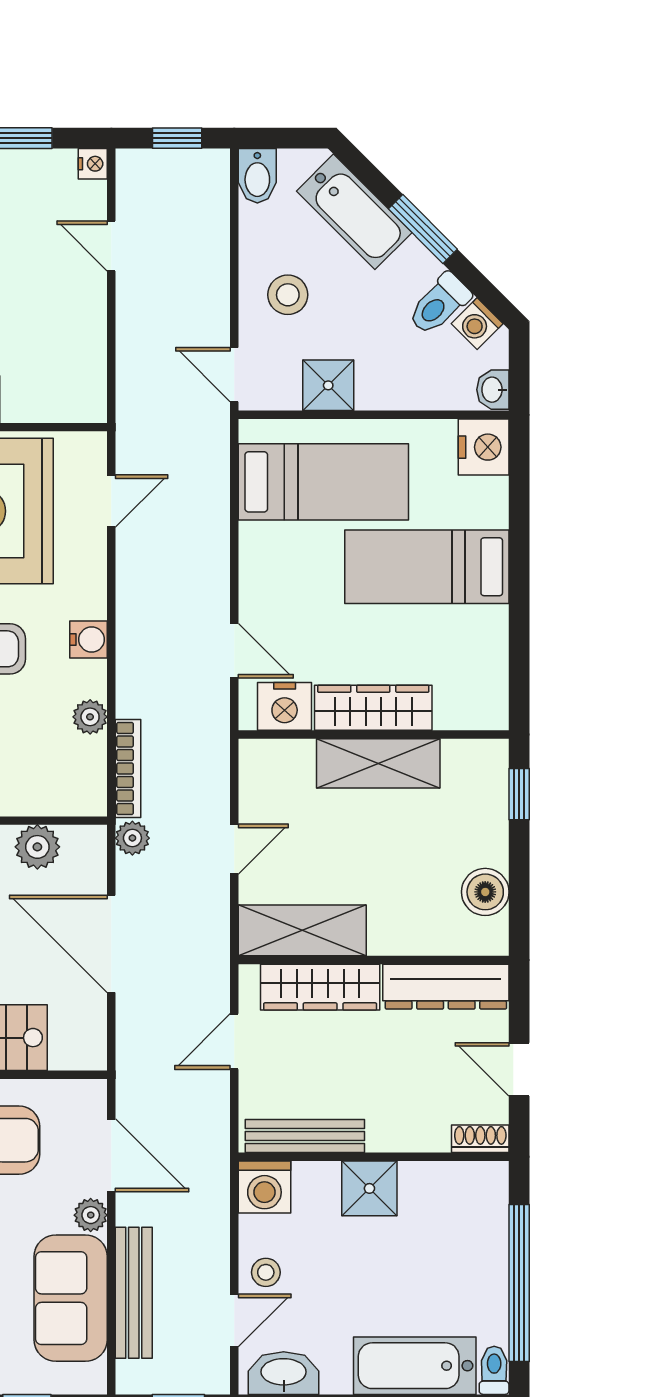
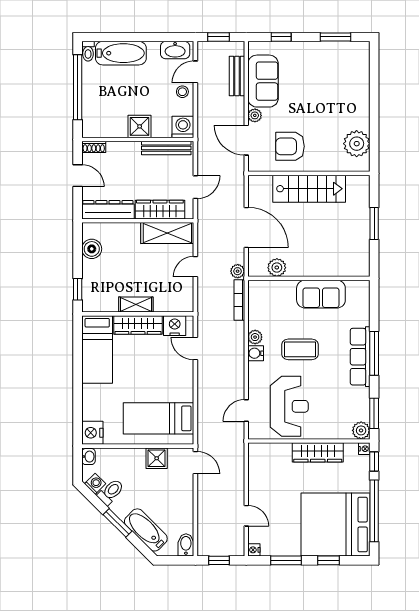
stool: (288, 295) -> (173, 496), removed
bed: (427, 567) -> (97, 350), moved, turned 90
plant: (90, 717) -> (255, 337), moved
shelving: (378, 763) -> (136, 305), width x0.67, depth x0.75
bench: (134, 1293) -> (237, 76), width x0.73

